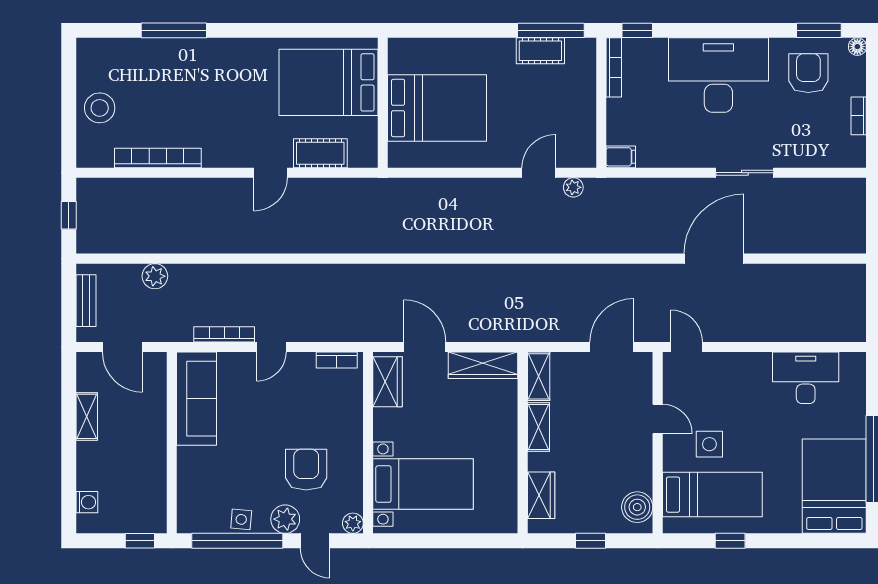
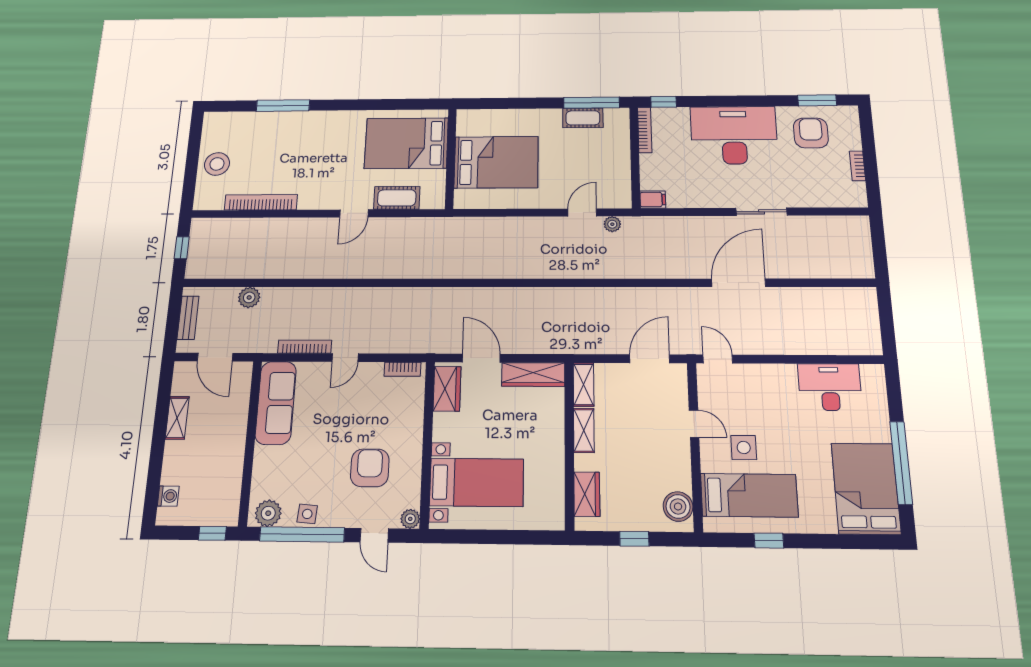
floor lamp: (857, 47) -> (851, 112), removed
plant: (285, 519) -> (268, 513), moved

